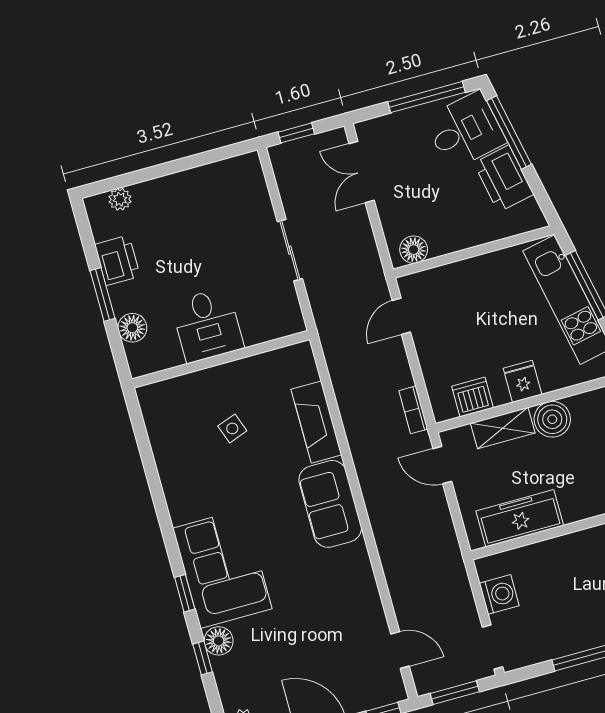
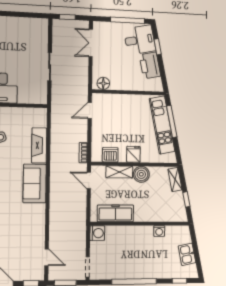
window: (509, 133) -> (158, 47), width x0.46
washing machine: (499, 594) -> (97, 233), moved

